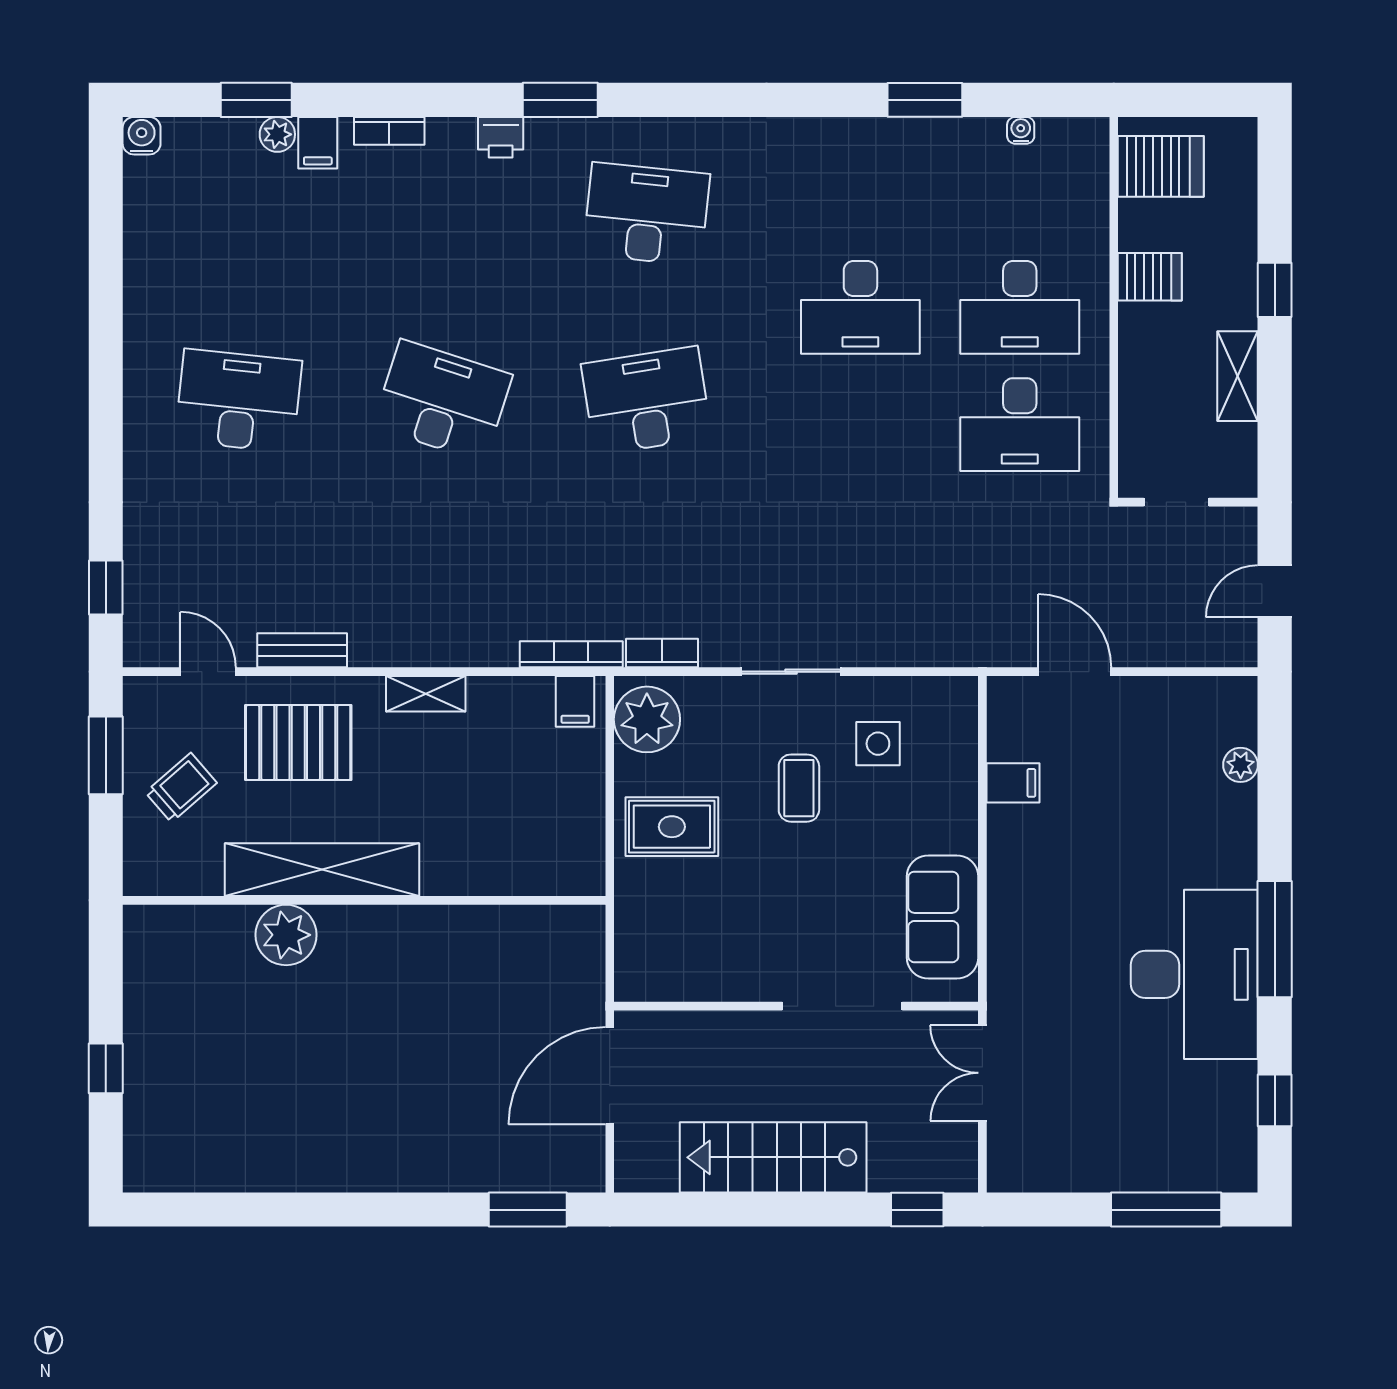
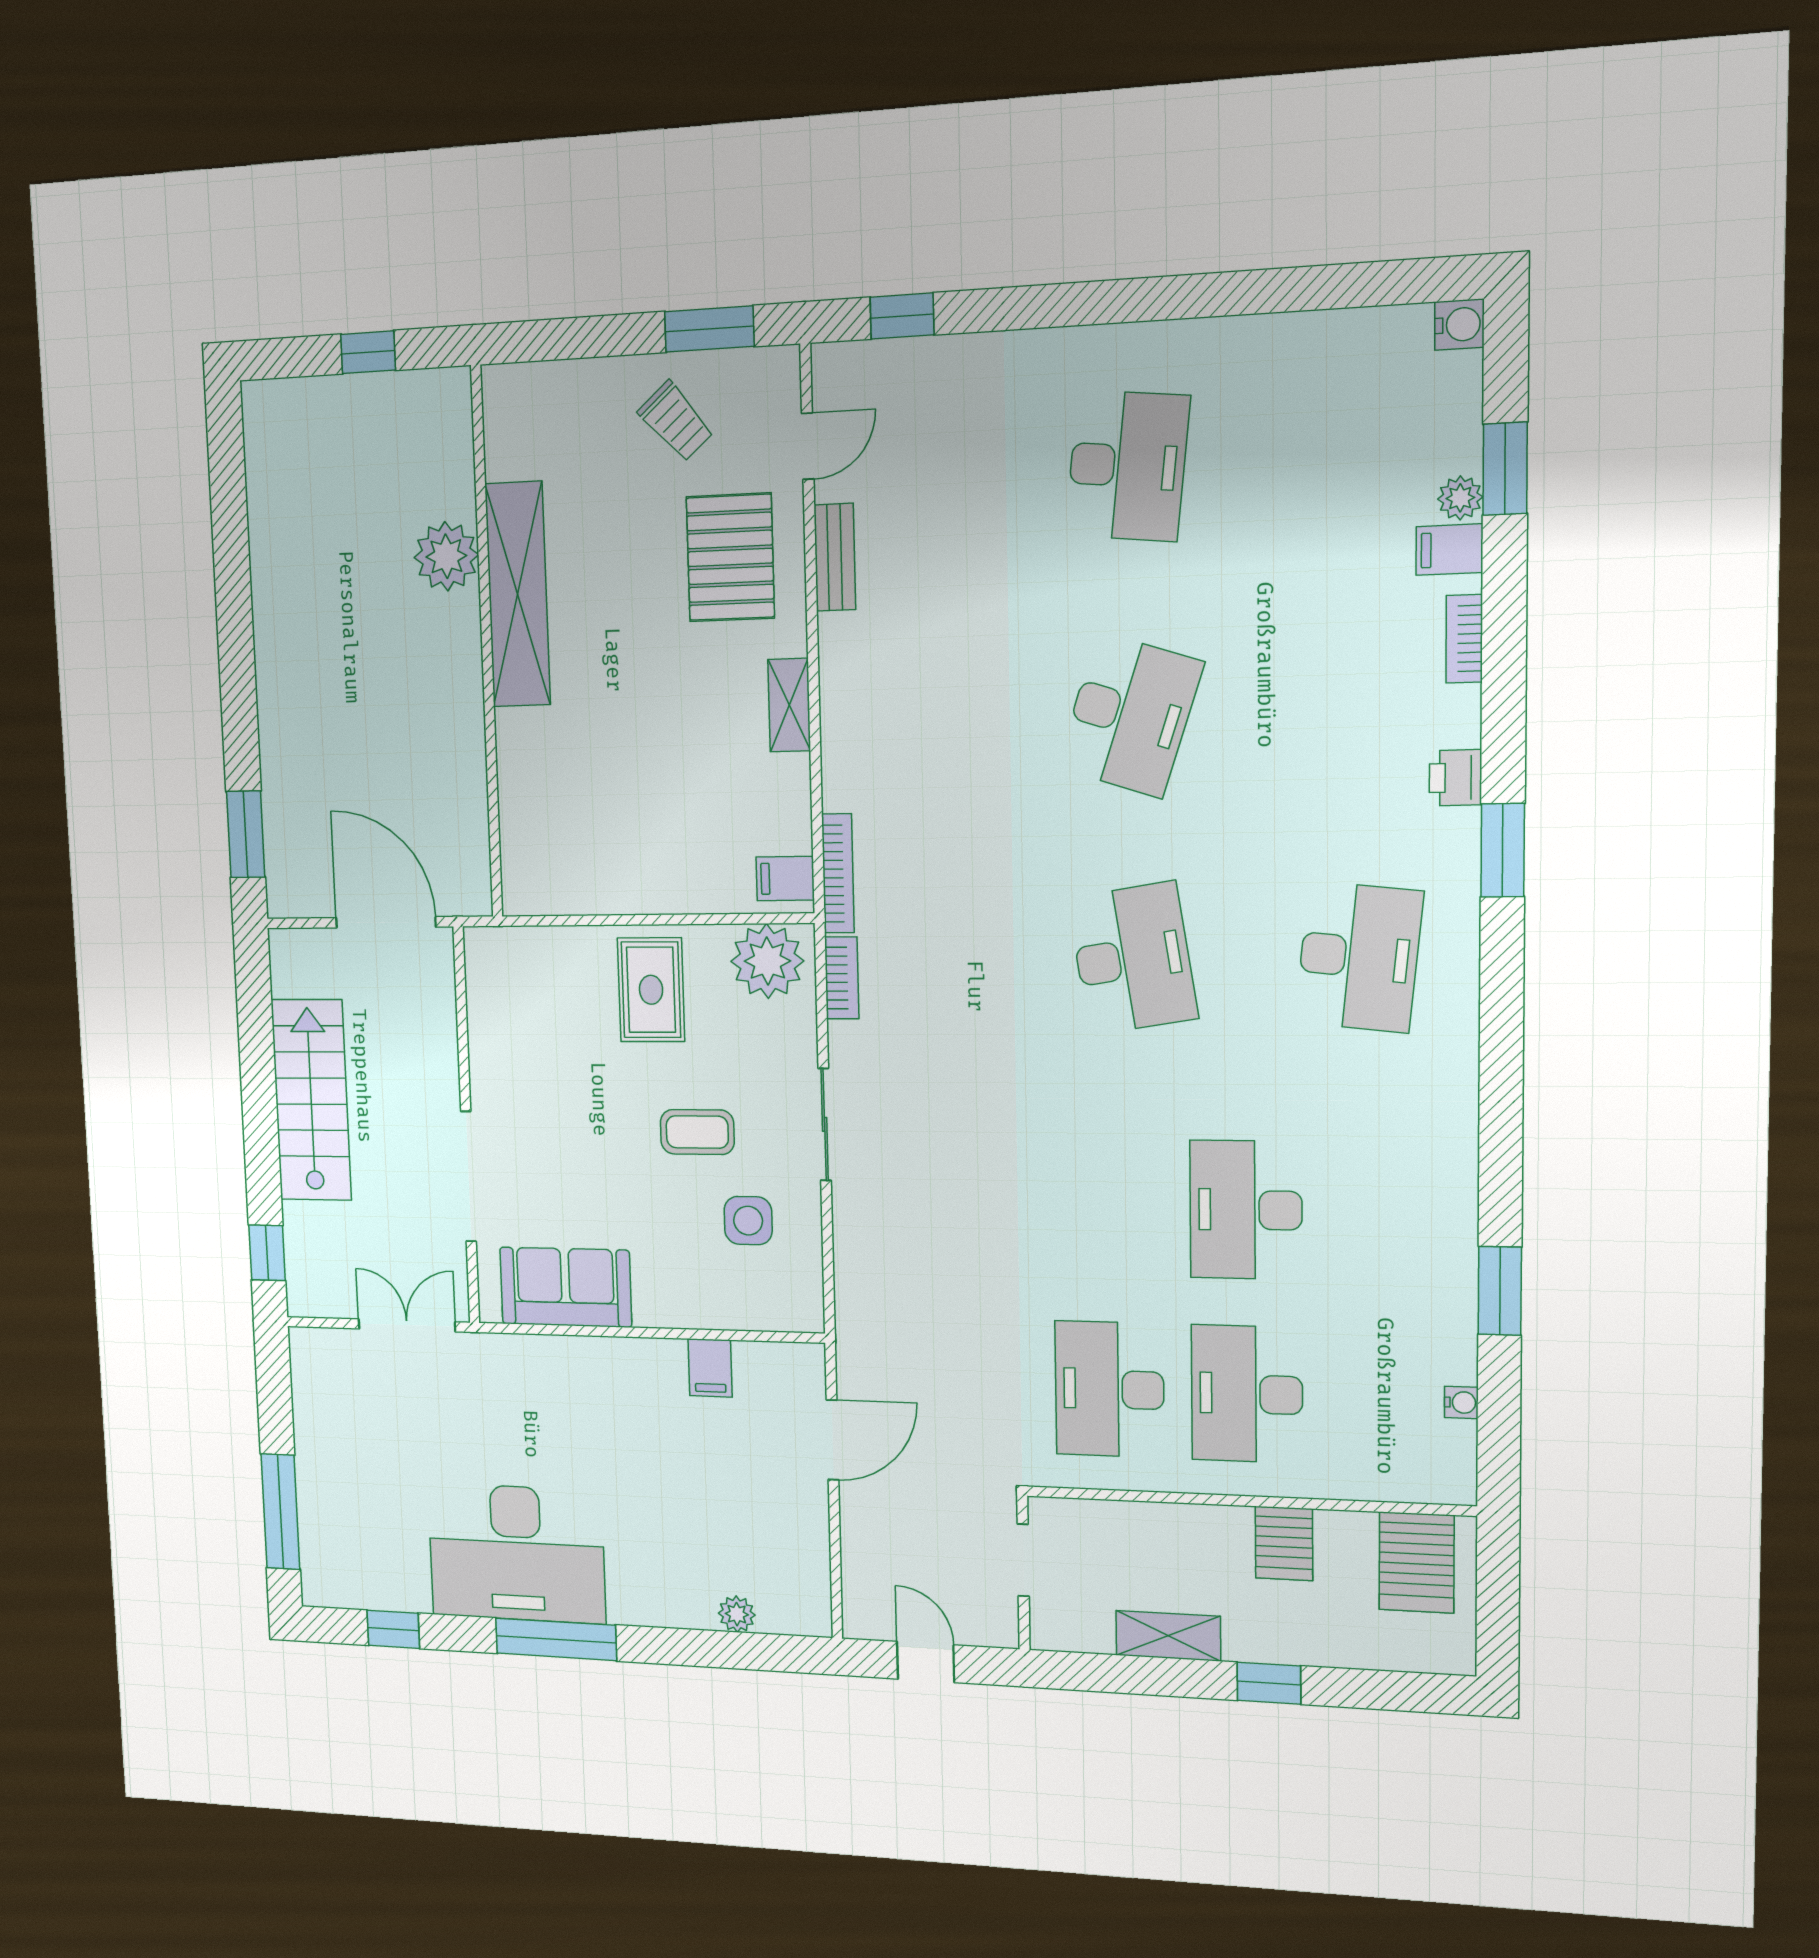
shelving: (322, 870) -> (518, 594), moved
wall: (364, 900) -> (487, 644), moved
plant: (286, 935) -> (446, 556), moved

